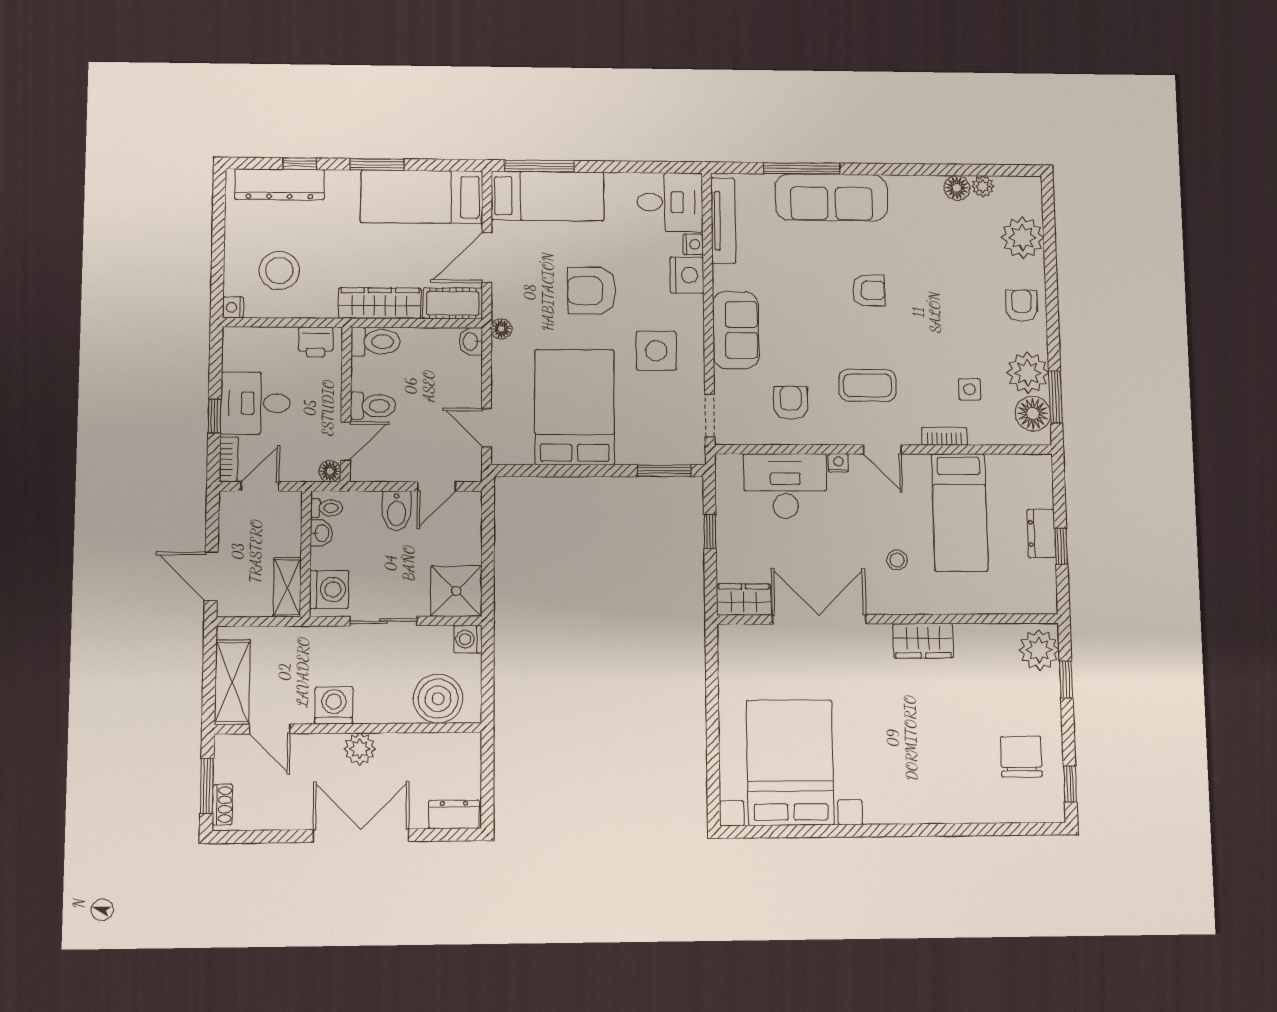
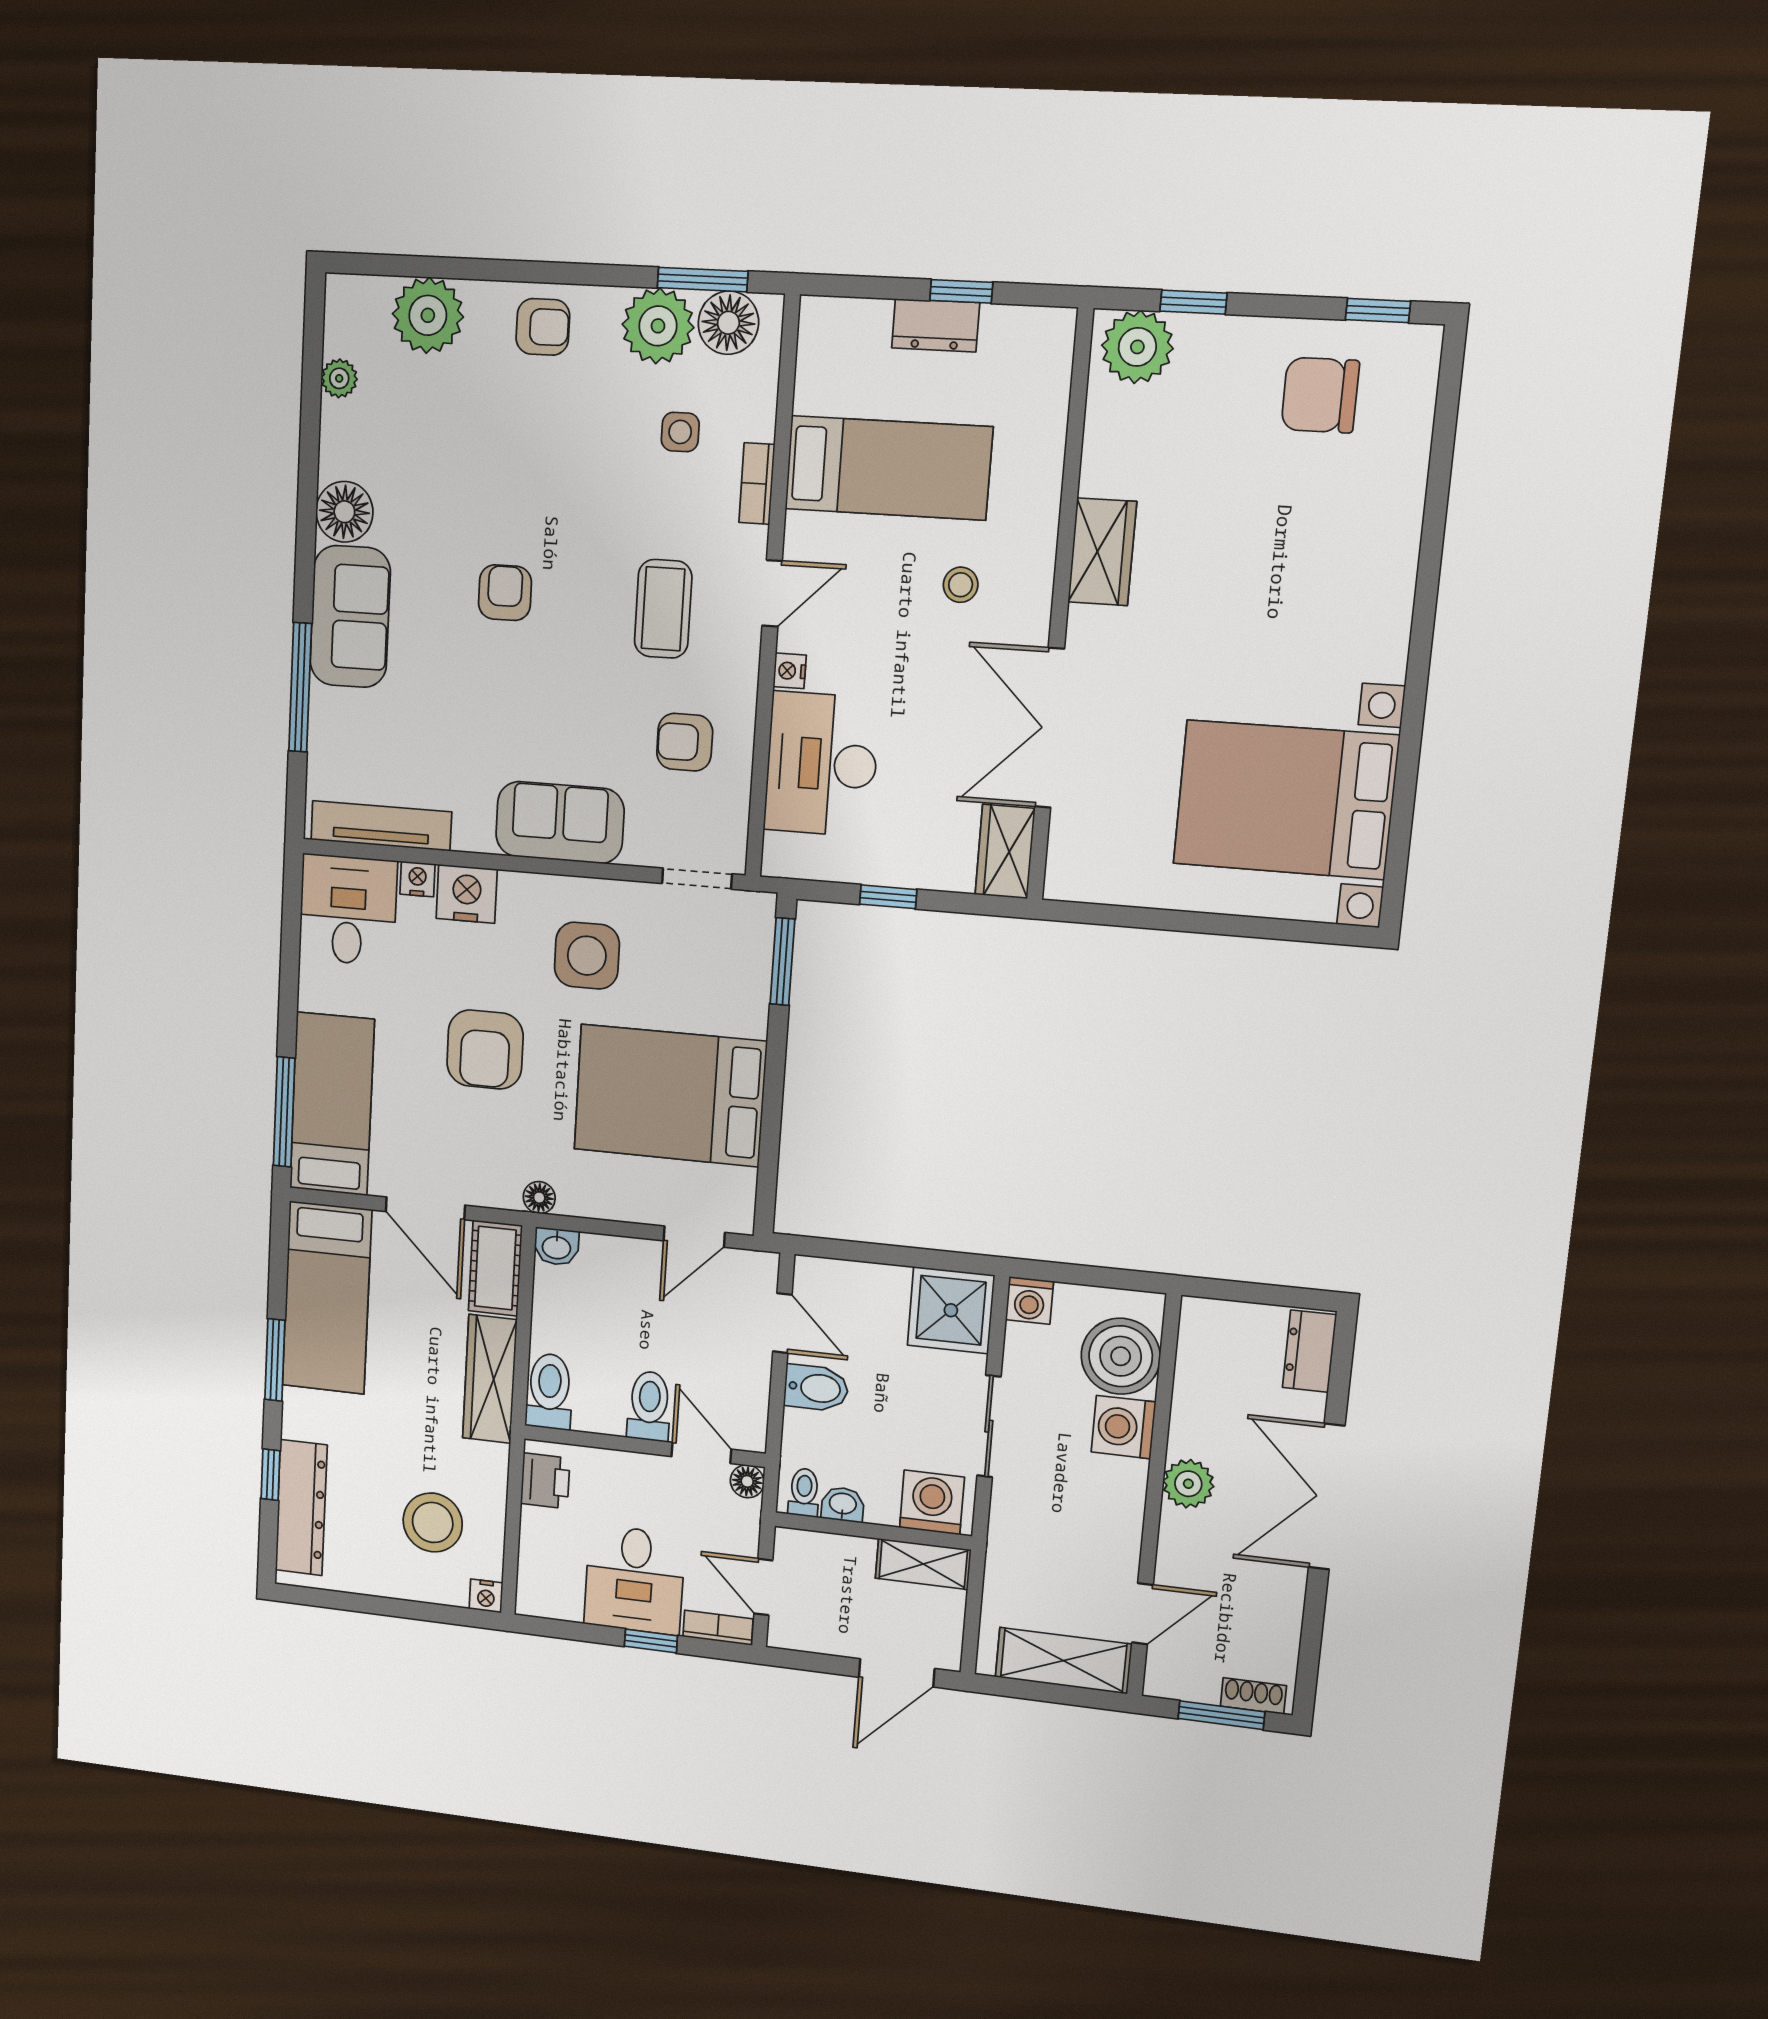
floor lamp: (957, 188) -> (344, 512), moved, width x1.38, depth x1.38
sofa: (831, 197) -> (350, 617), width x0.73
armchair: (1022, 305) -> (543, 327), turned 180
washing machine: (334, 705) -> (1123, 1427), moved

